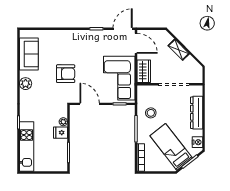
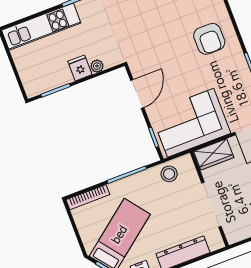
armchair: (66, 74) -> (209, 39), moved
stool: (151, 113) -> (169, 174), moved

